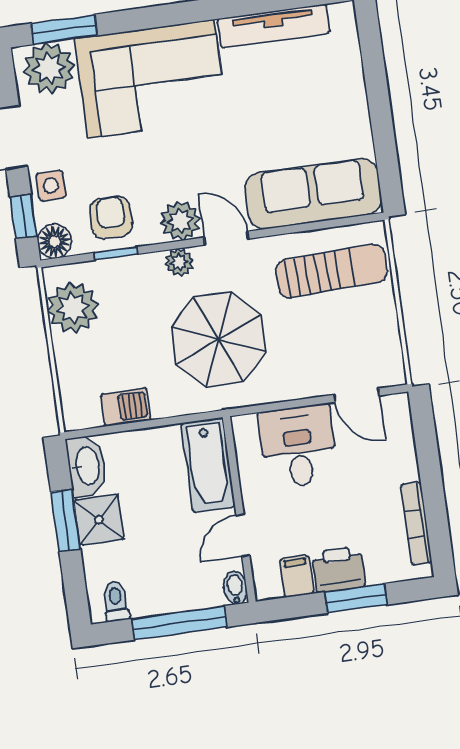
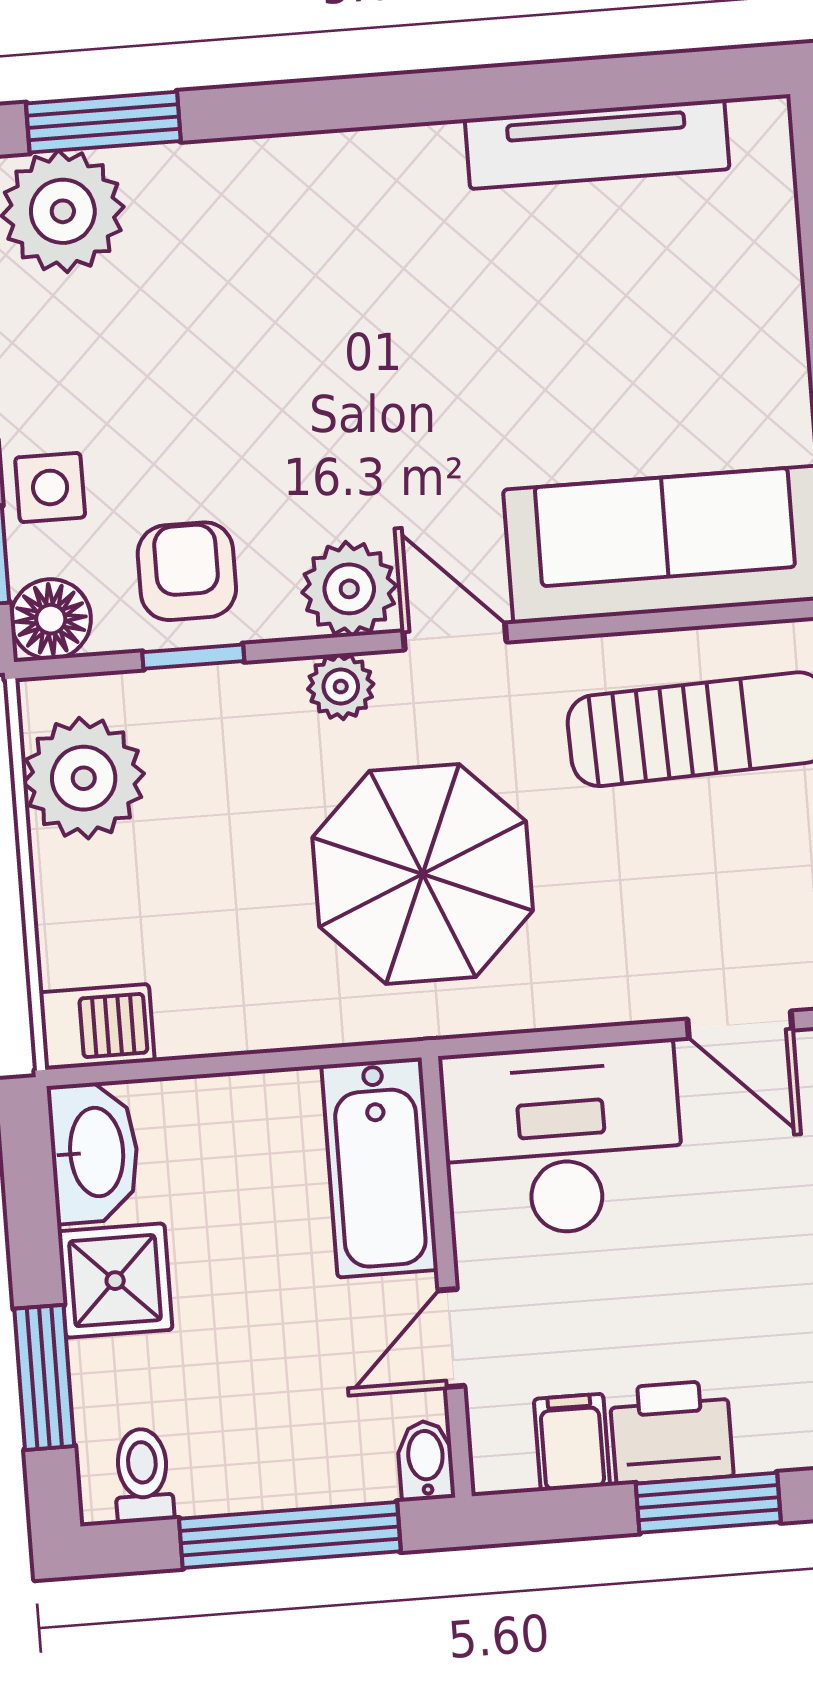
corner sofa: (151, 79) -> (301, 251), removed
barbecue: (126, 407) -> (97, 1027), moved
desk: (298, 446) -> (562, 1139), width x1.37
window: (66, 520) -> (44, 1377), moved

